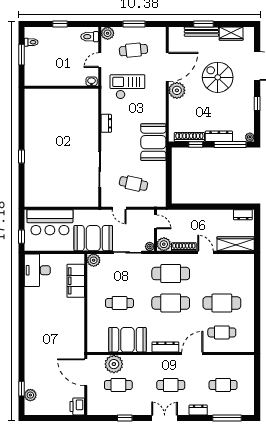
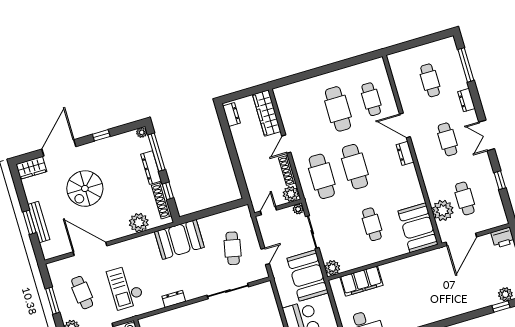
wardrobe: (231, 34) -> (31, 168), moved, turned 90
plant: (177, 90) -> (139, 223), moved
booth: (127, 340) -> (418, 228), moved
dresser: (165, 347) -> (405, 153), width x0.70

